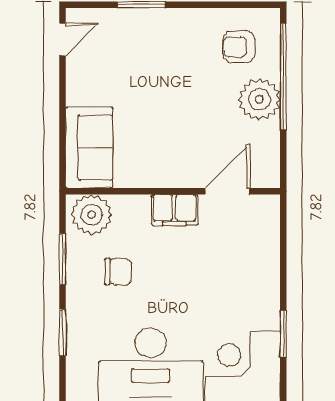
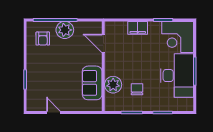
door: (63, 39) -> (53, 112), moved
sofa: (89, 148) -> (92, 83), moved, turned -90
filing cabinet: (174, 210) -> (138, 28), moved, turned 90
plant: (92, 215) -> (113, 85), moved

